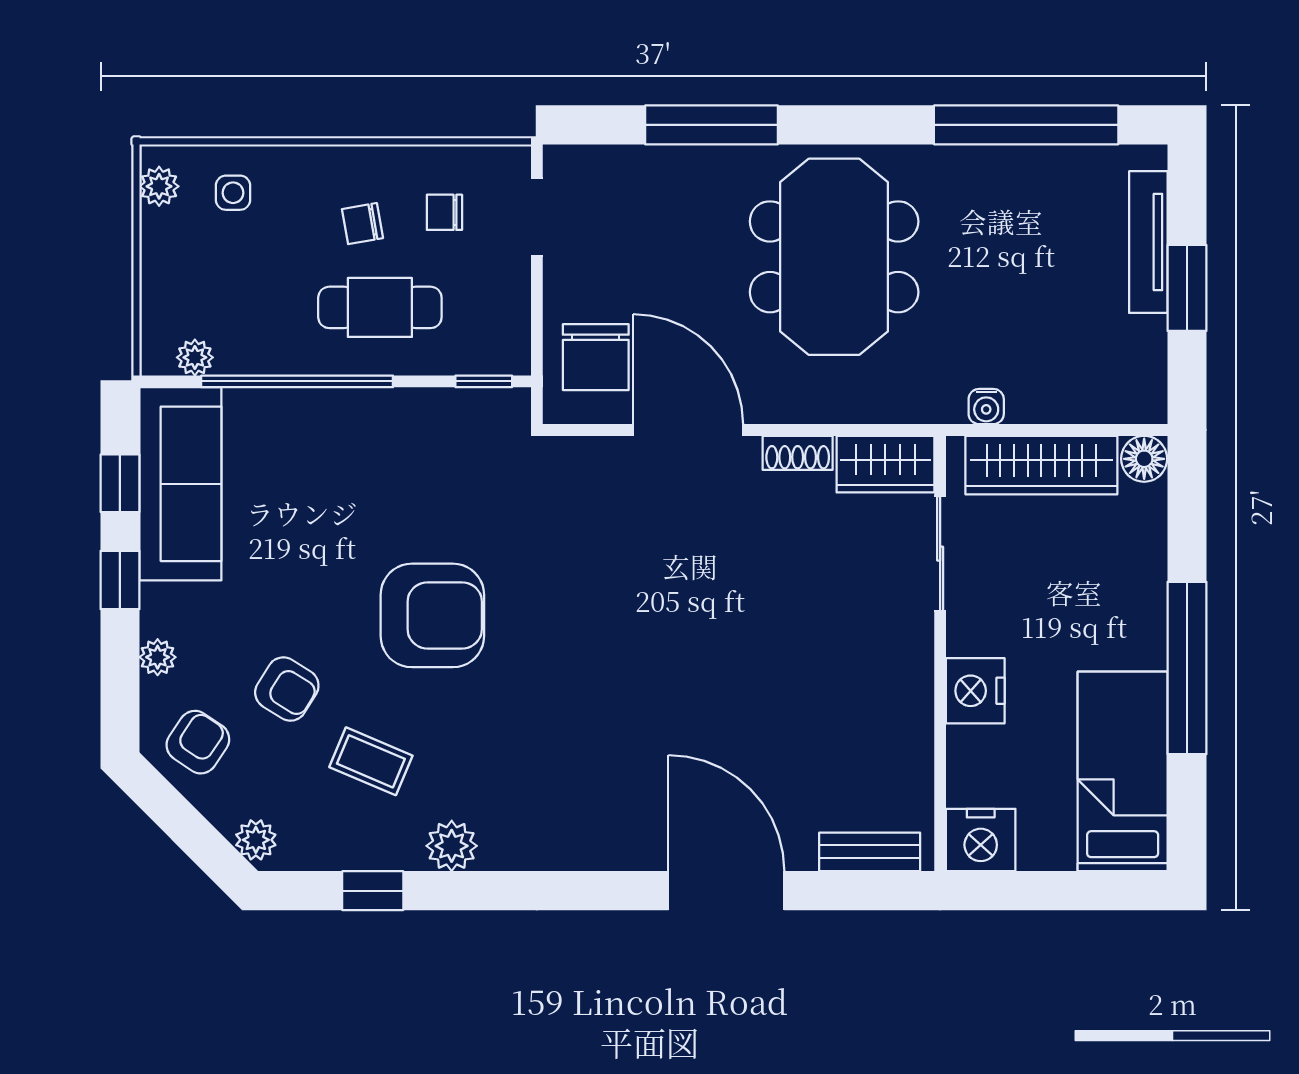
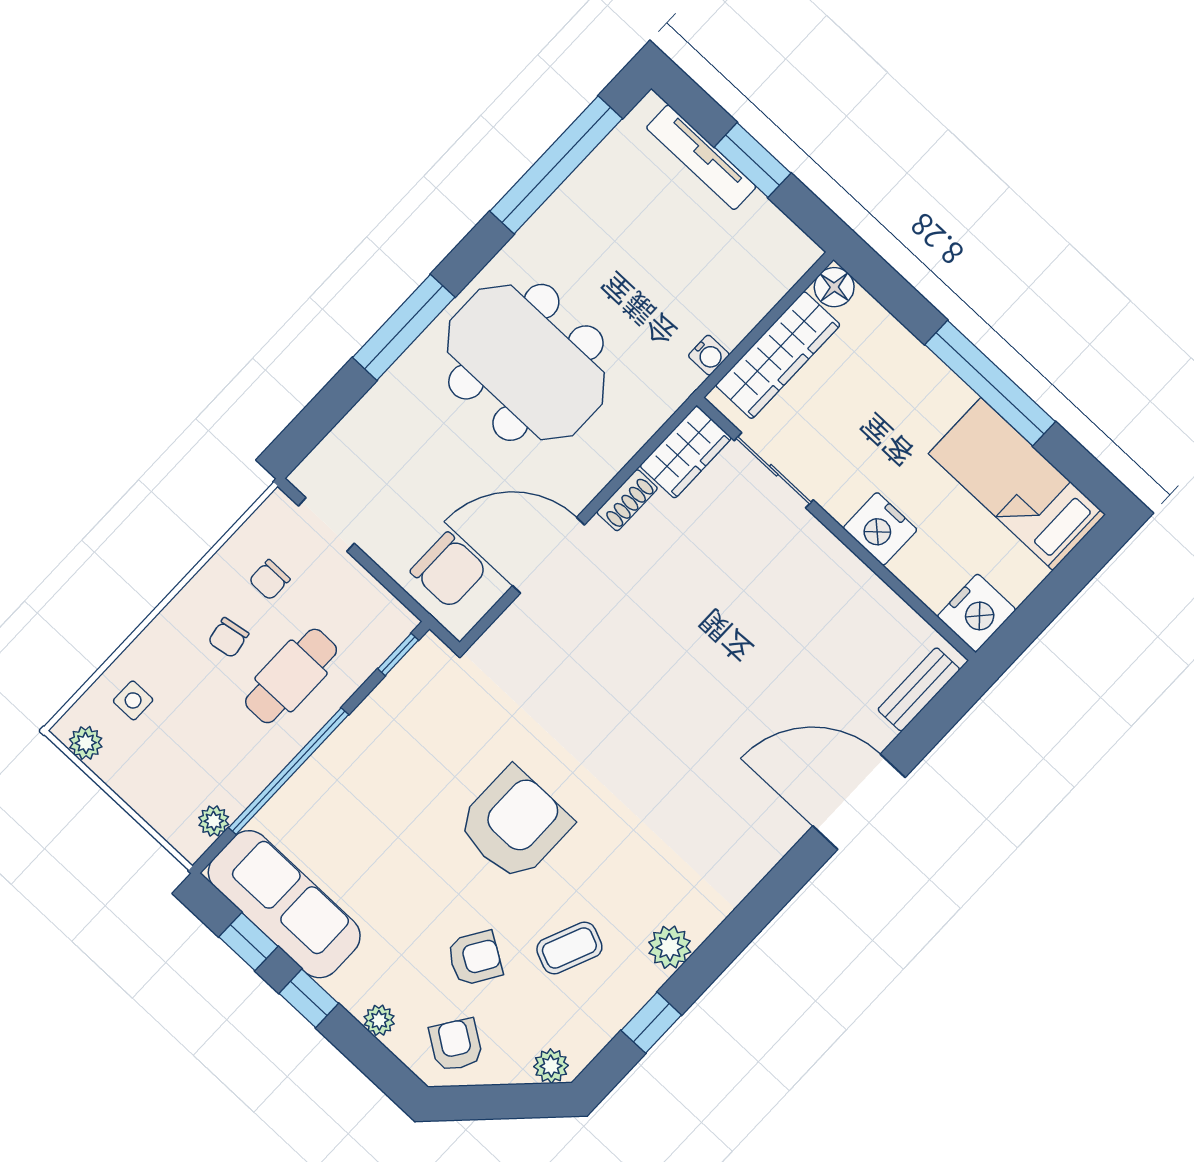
window: (711, 125) -> (404, 327), moved

